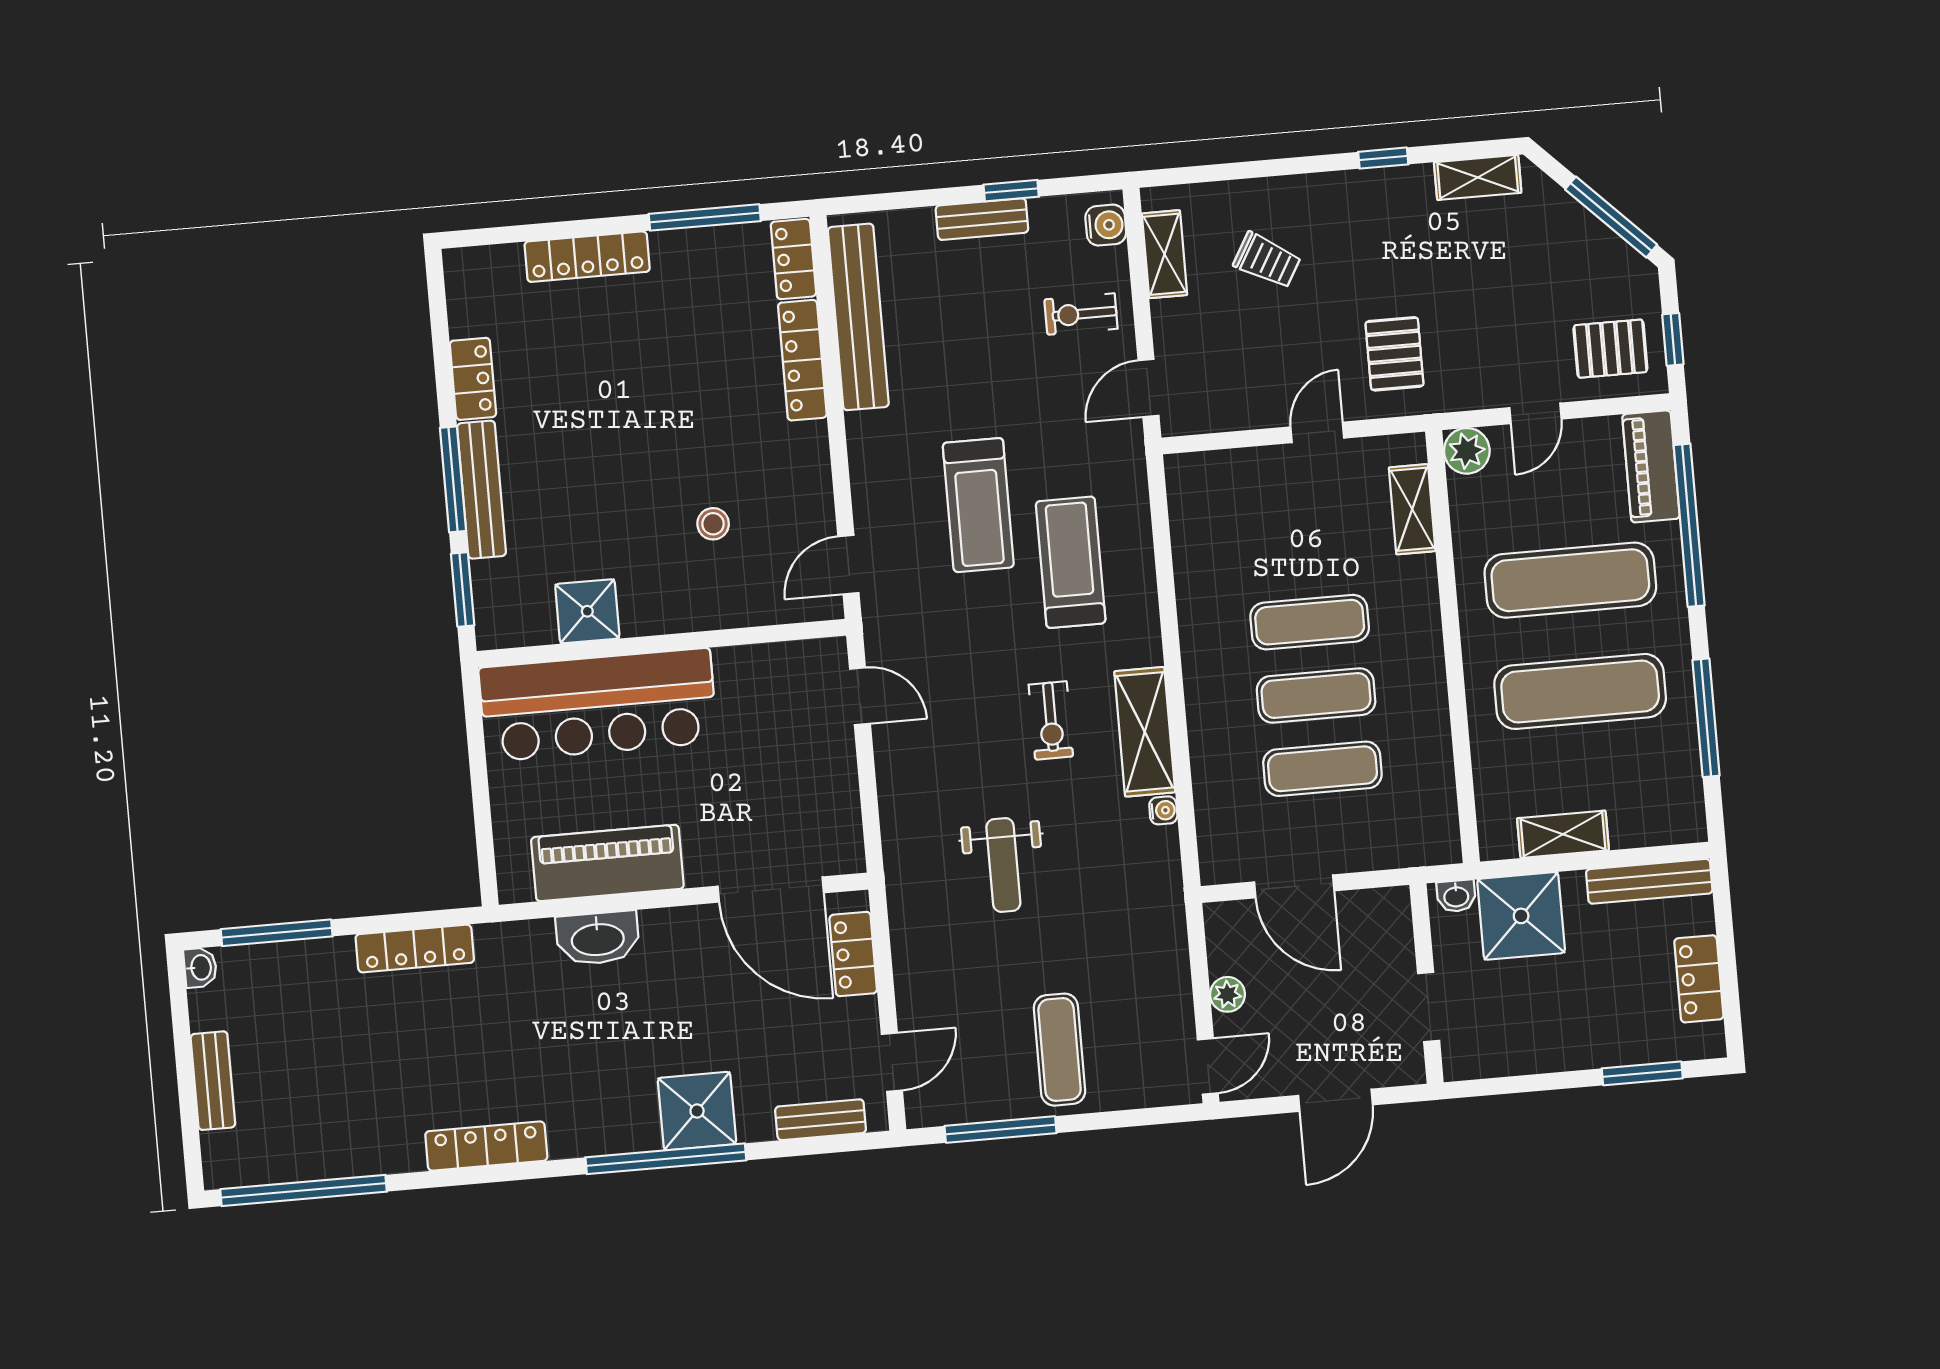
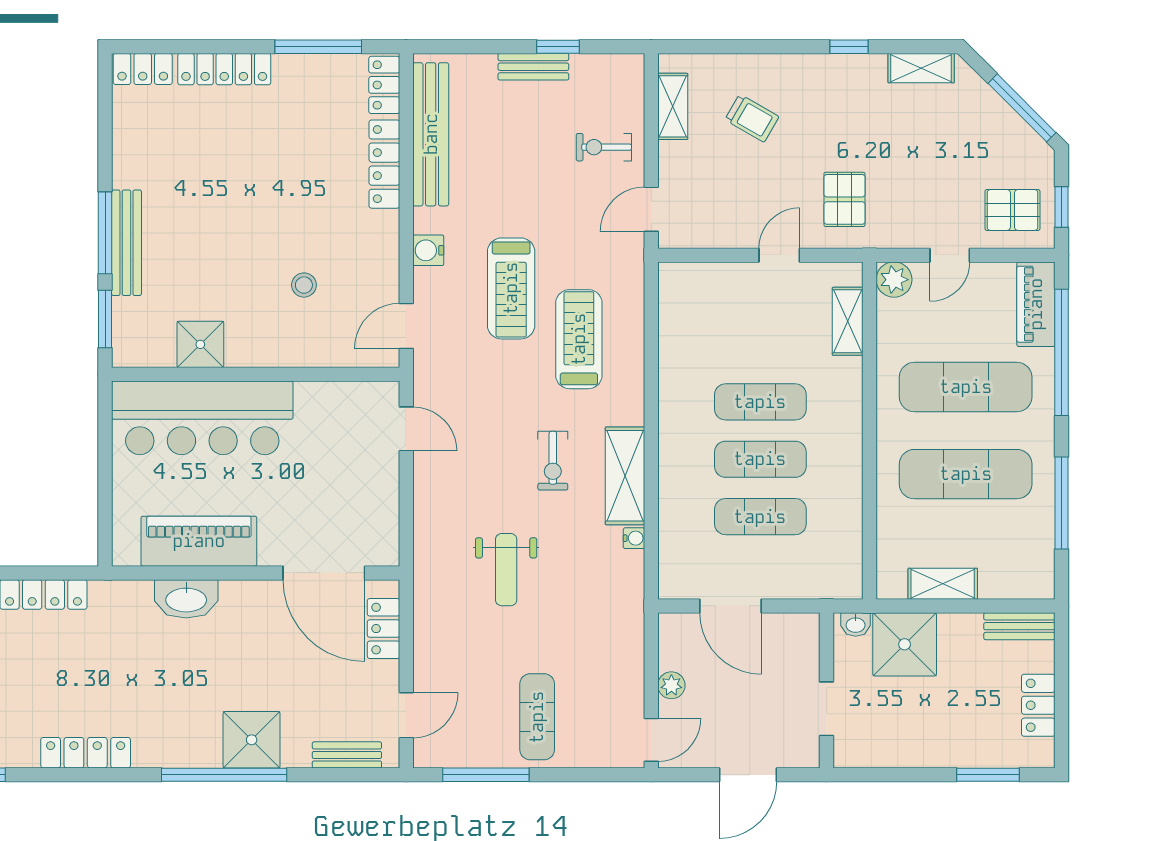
water cooler: (1106, 225) -> (428, 250), moved, turned 180
locker: (473, 379) -> (143, 69), moved, turned 90
bench: (1649, 881) -> (1019, 626), width x0.73

